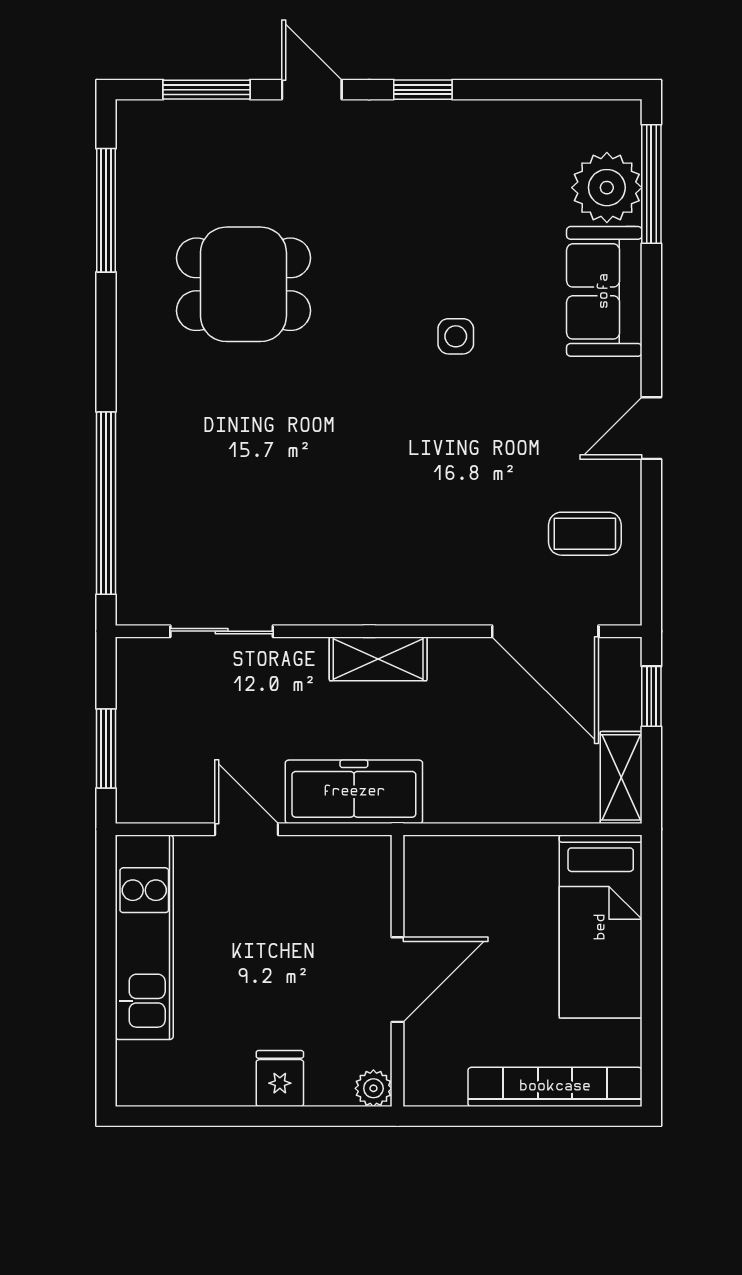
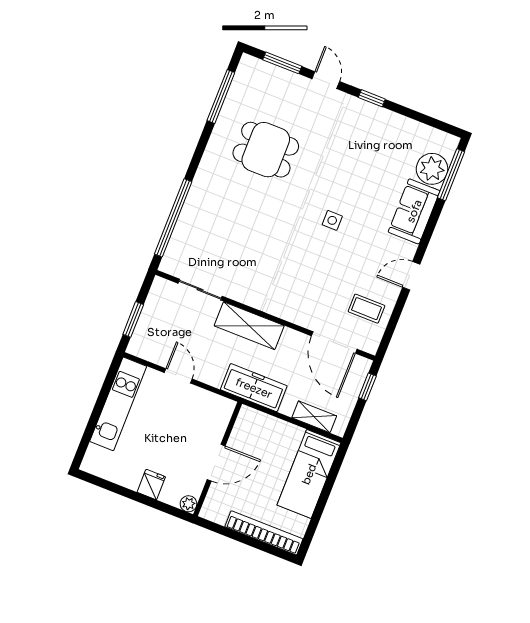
side table: (456, 336) -> (332, 220), moved
shelving: (378, 659) -> (249, 326), width x1.50, depth x1.33
shelving: (621, 777) -> (314, 417), moved, turned 90
freezer: (354, 792) -> (254, 388), moved

